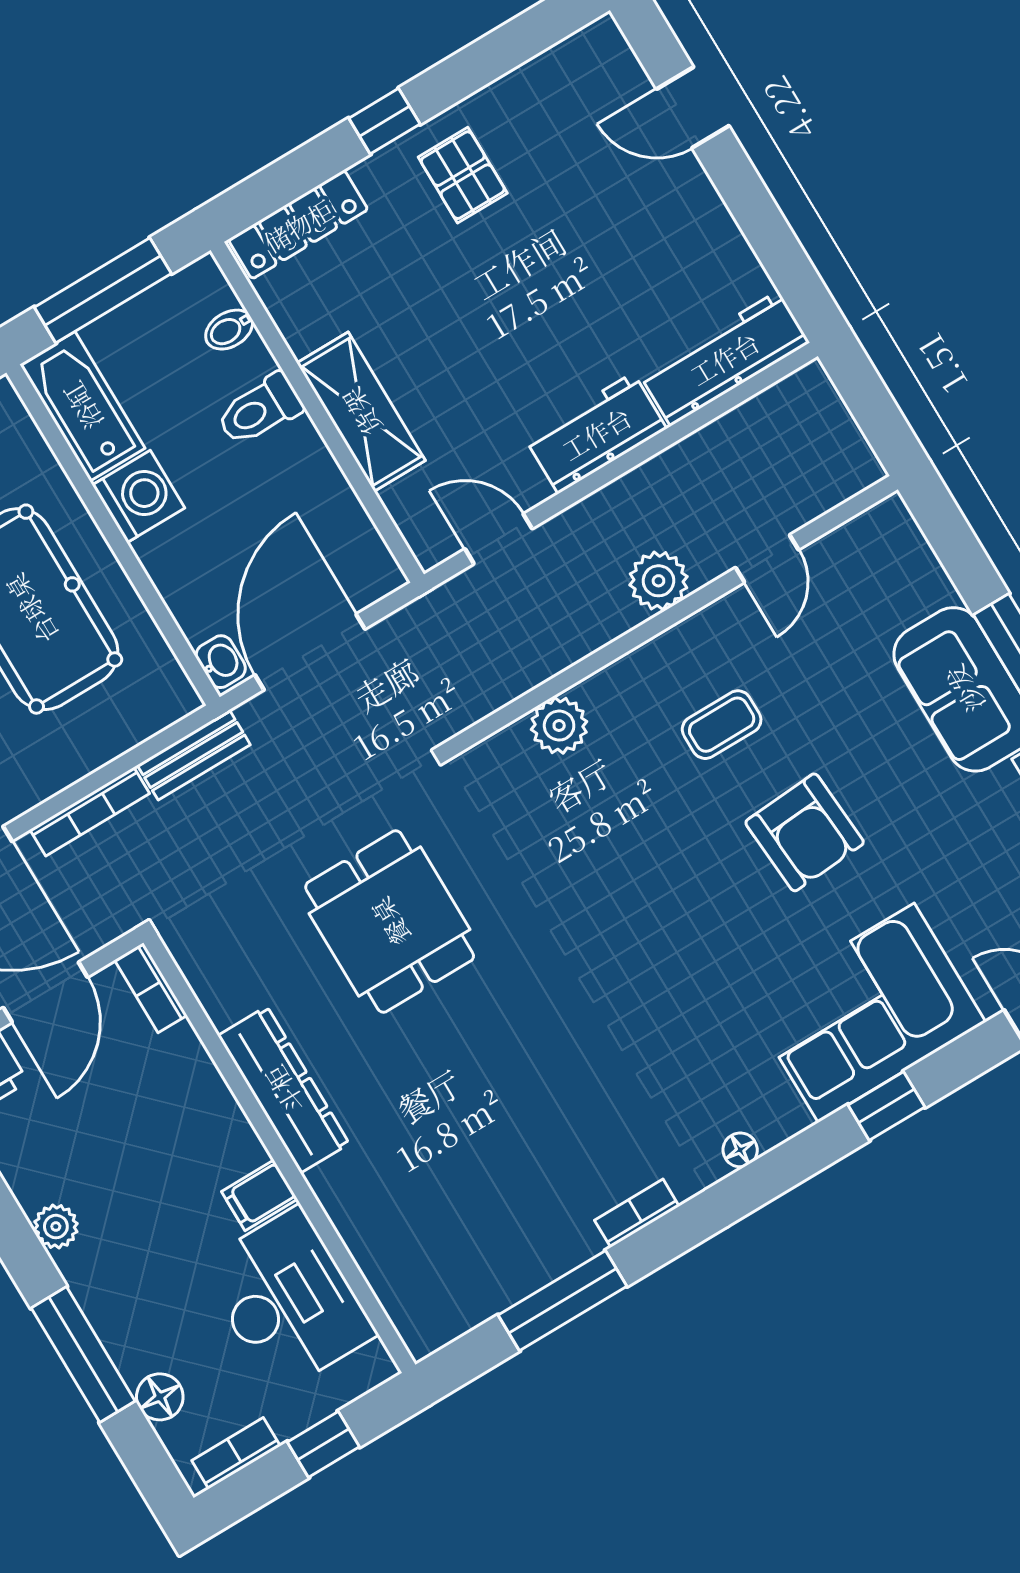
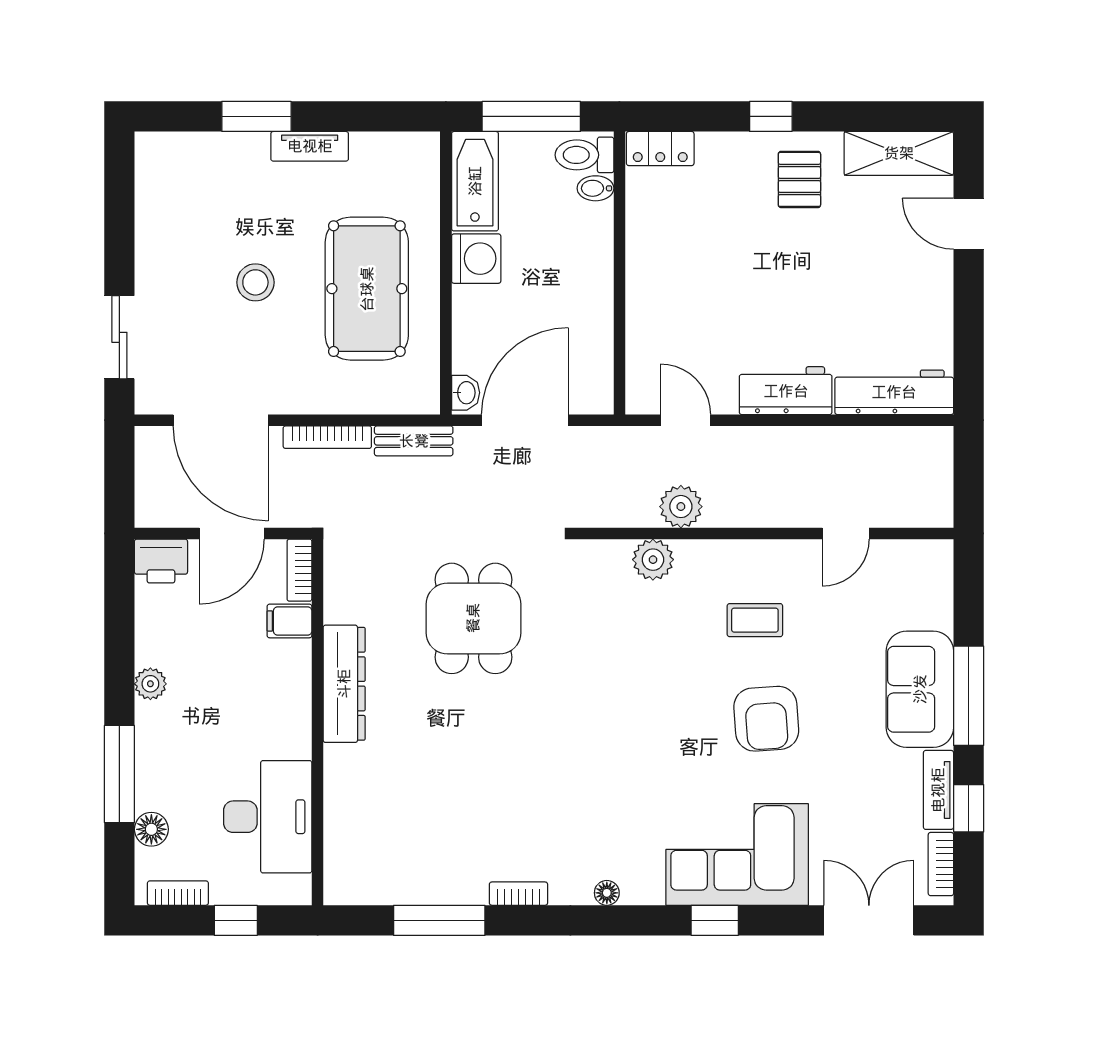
locker: (298, 225) -> (660, 149), width x0.66
toilet: (260, 410) -> (584, 155), moved
shelving: (361, 412) -> (899, 153), moved, turned 90
plant: (658, 581) -> (681, 507), moved
filing cabinet: (260, 1195) -> (289, 621), moved

